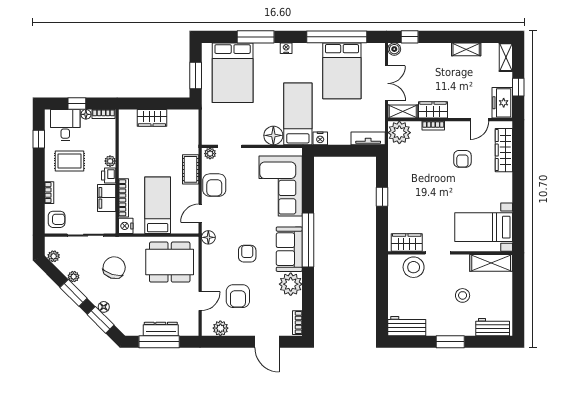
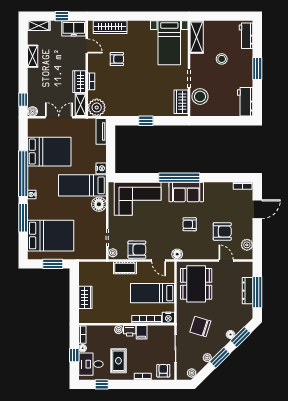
window: (337, 37) -> (23, 174), moved
filing cabinet: (107, 198) -> (142, 332), width x0.50
plant: (291, 284) -> (213, 191), removed

